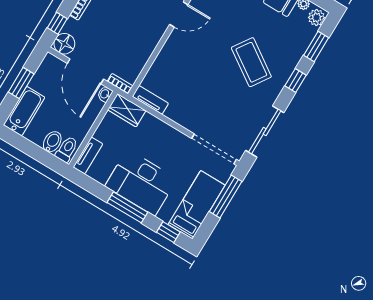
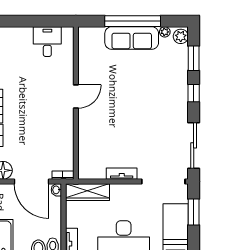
coffee table: (251, 62) -> (152, 99), removed
tv unit: (150, 100) -> (122, 174), moved
wardrobe: (127, 110) -> (87, 192), width x1.50
window: (226, 196) -> (194, 212), width x0.69

